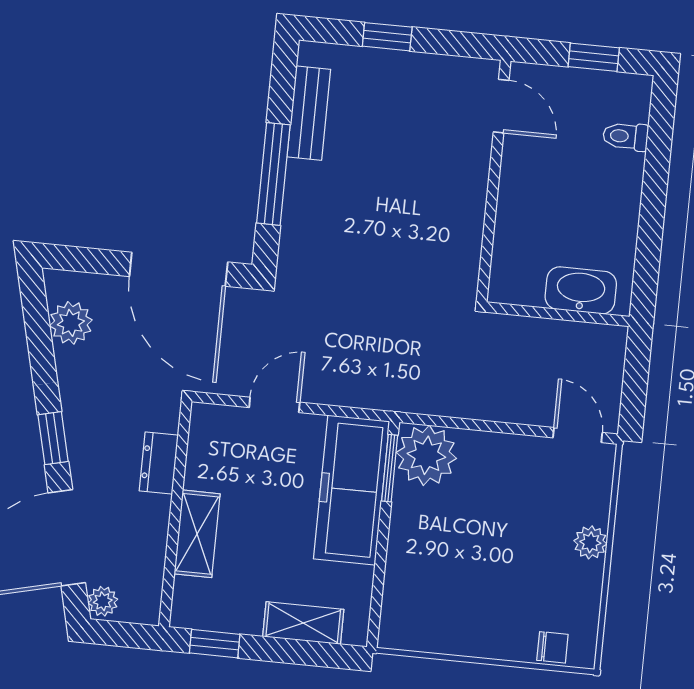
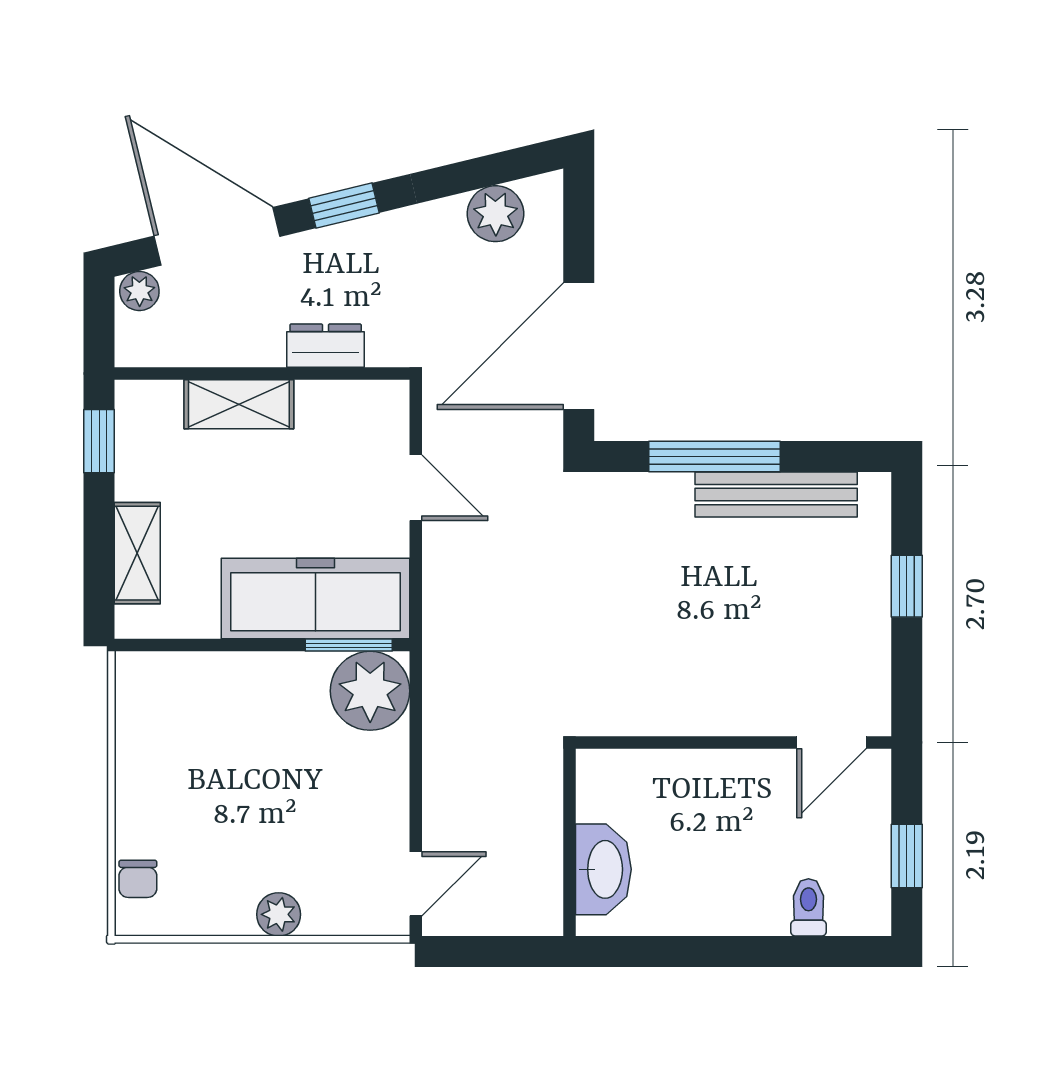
bench: (309, 113) -> (776, 495), width x1.36

